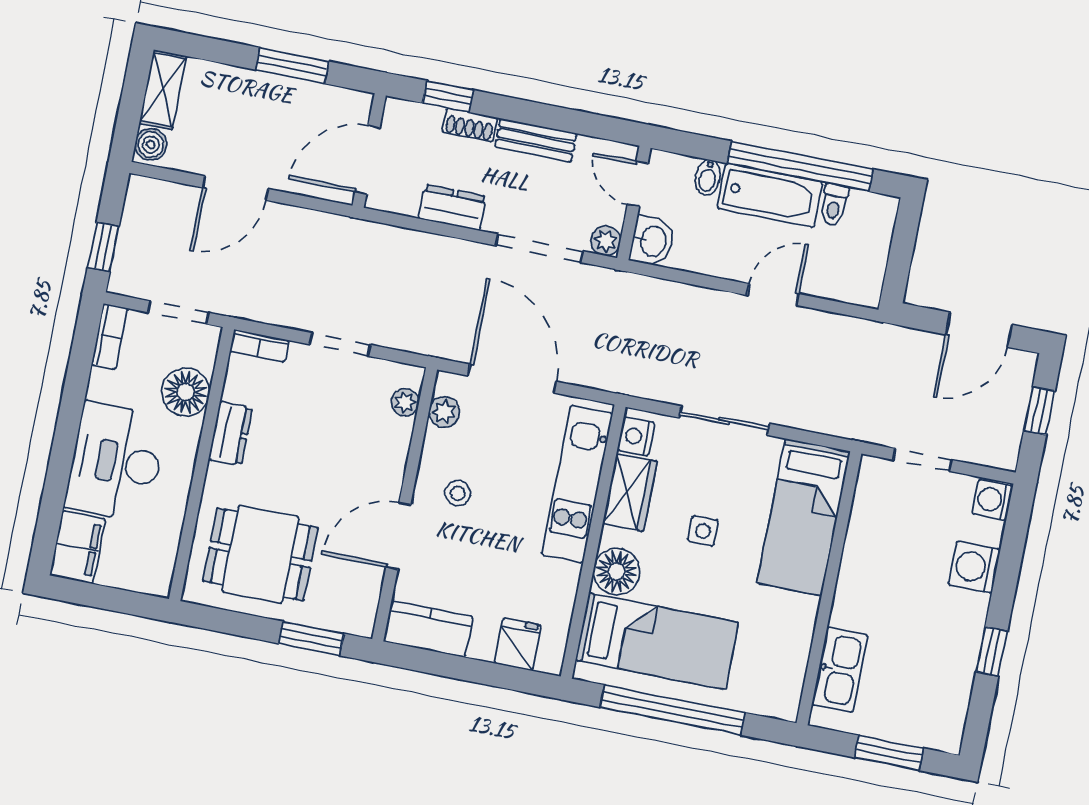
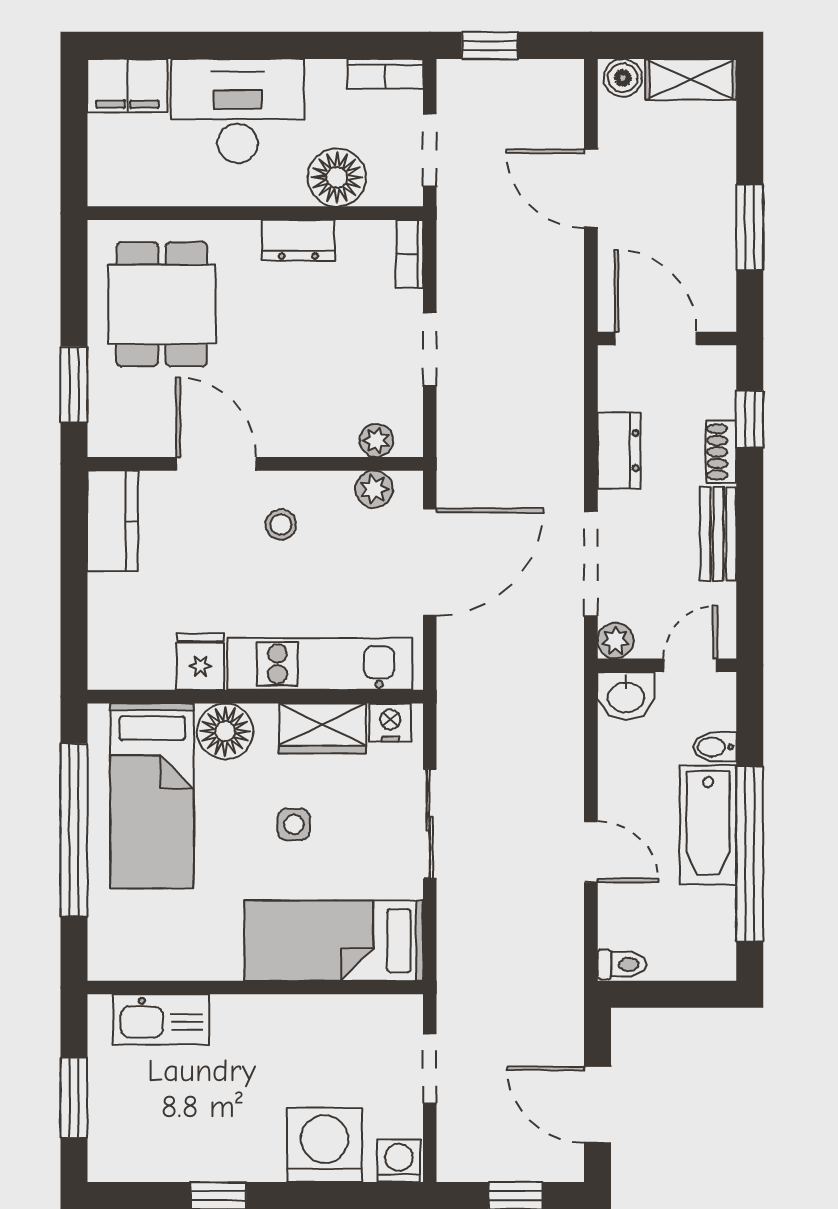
toilet: (834, 205) -> (622, 964), moved, turned 180
washing machine: (974, 567) -> (325, 1145), width x1.37, depth x1.37
fridge: (518, 644) -> (200, 662), moved, turned -90

